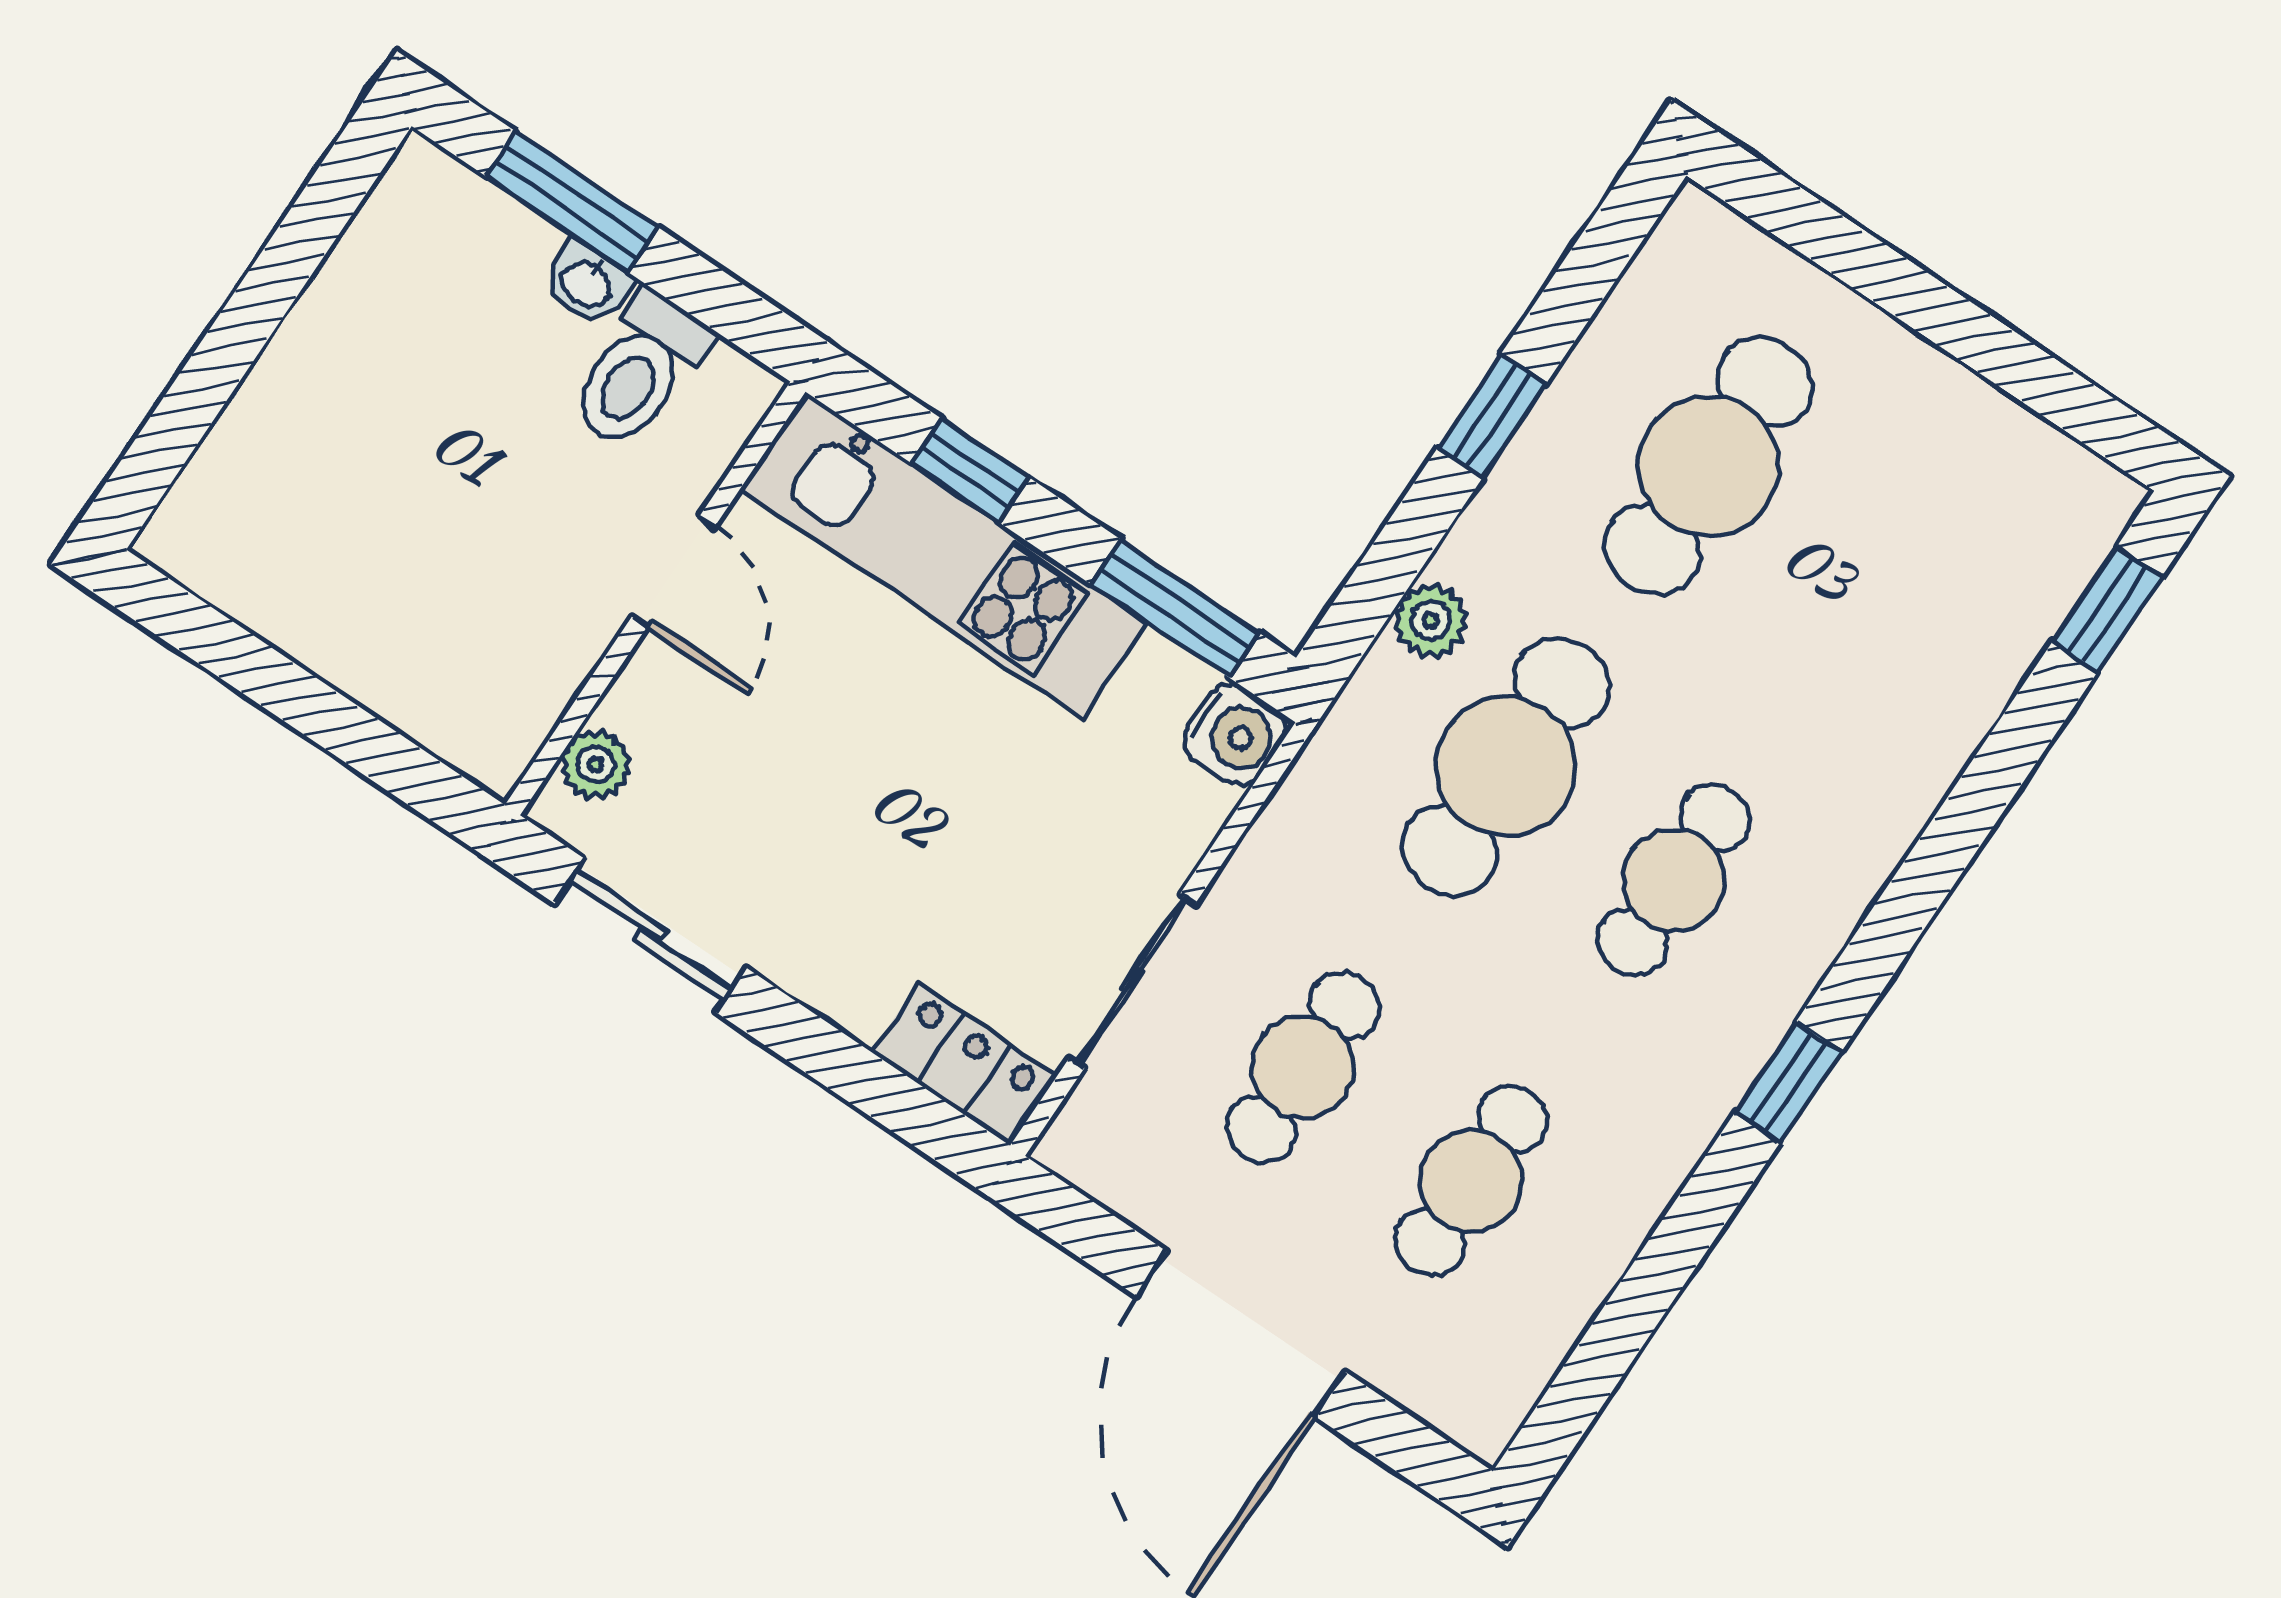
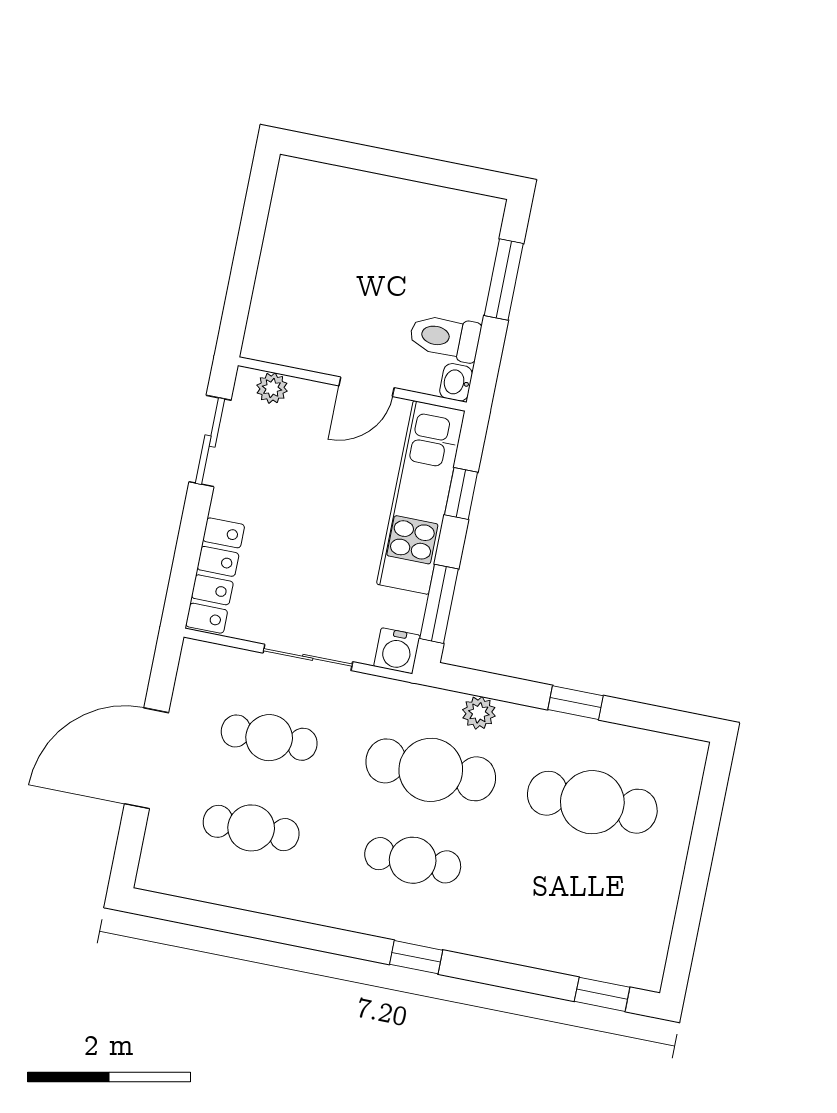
washbasin: (587, 283) -> (456, 382), moved
sliding door: (1133, 980) -> (308, 657), moved
locker: (964, 1064) -> (215, 576), width x1.53
window: (1788, 1082) -> (416, 957), moved

